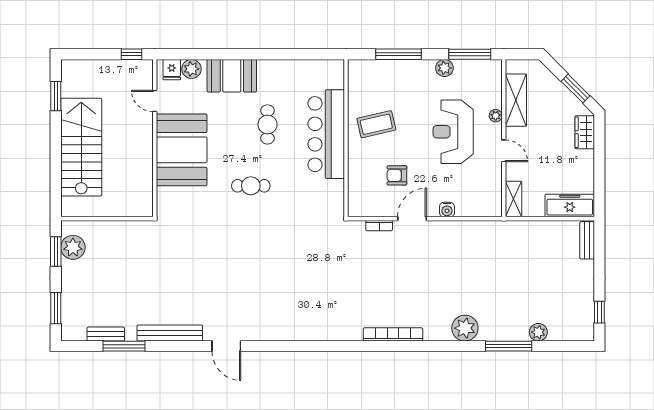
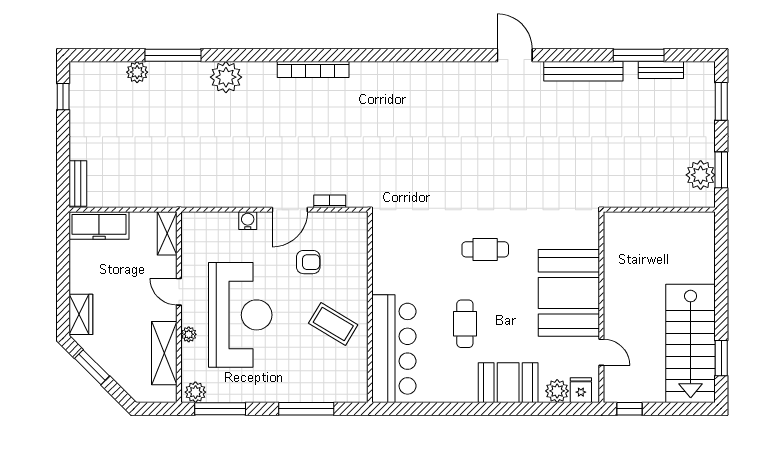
plant: (444, 68) -> (195, 392), moved
coffee table: (376, 124) -> (333, 324), turned 44
reception desk: (453, 132) -> (240, 315), width x1.36, depth x1.30
bar counter: (326, 134) -> (394, 349), moved
stairs: (81, 147) -> (691, 343), moved

